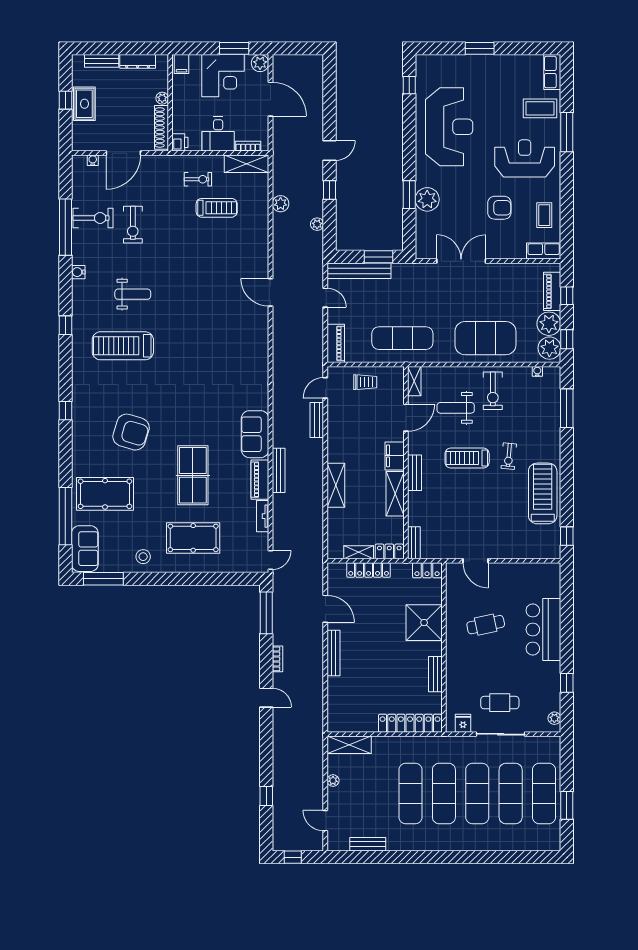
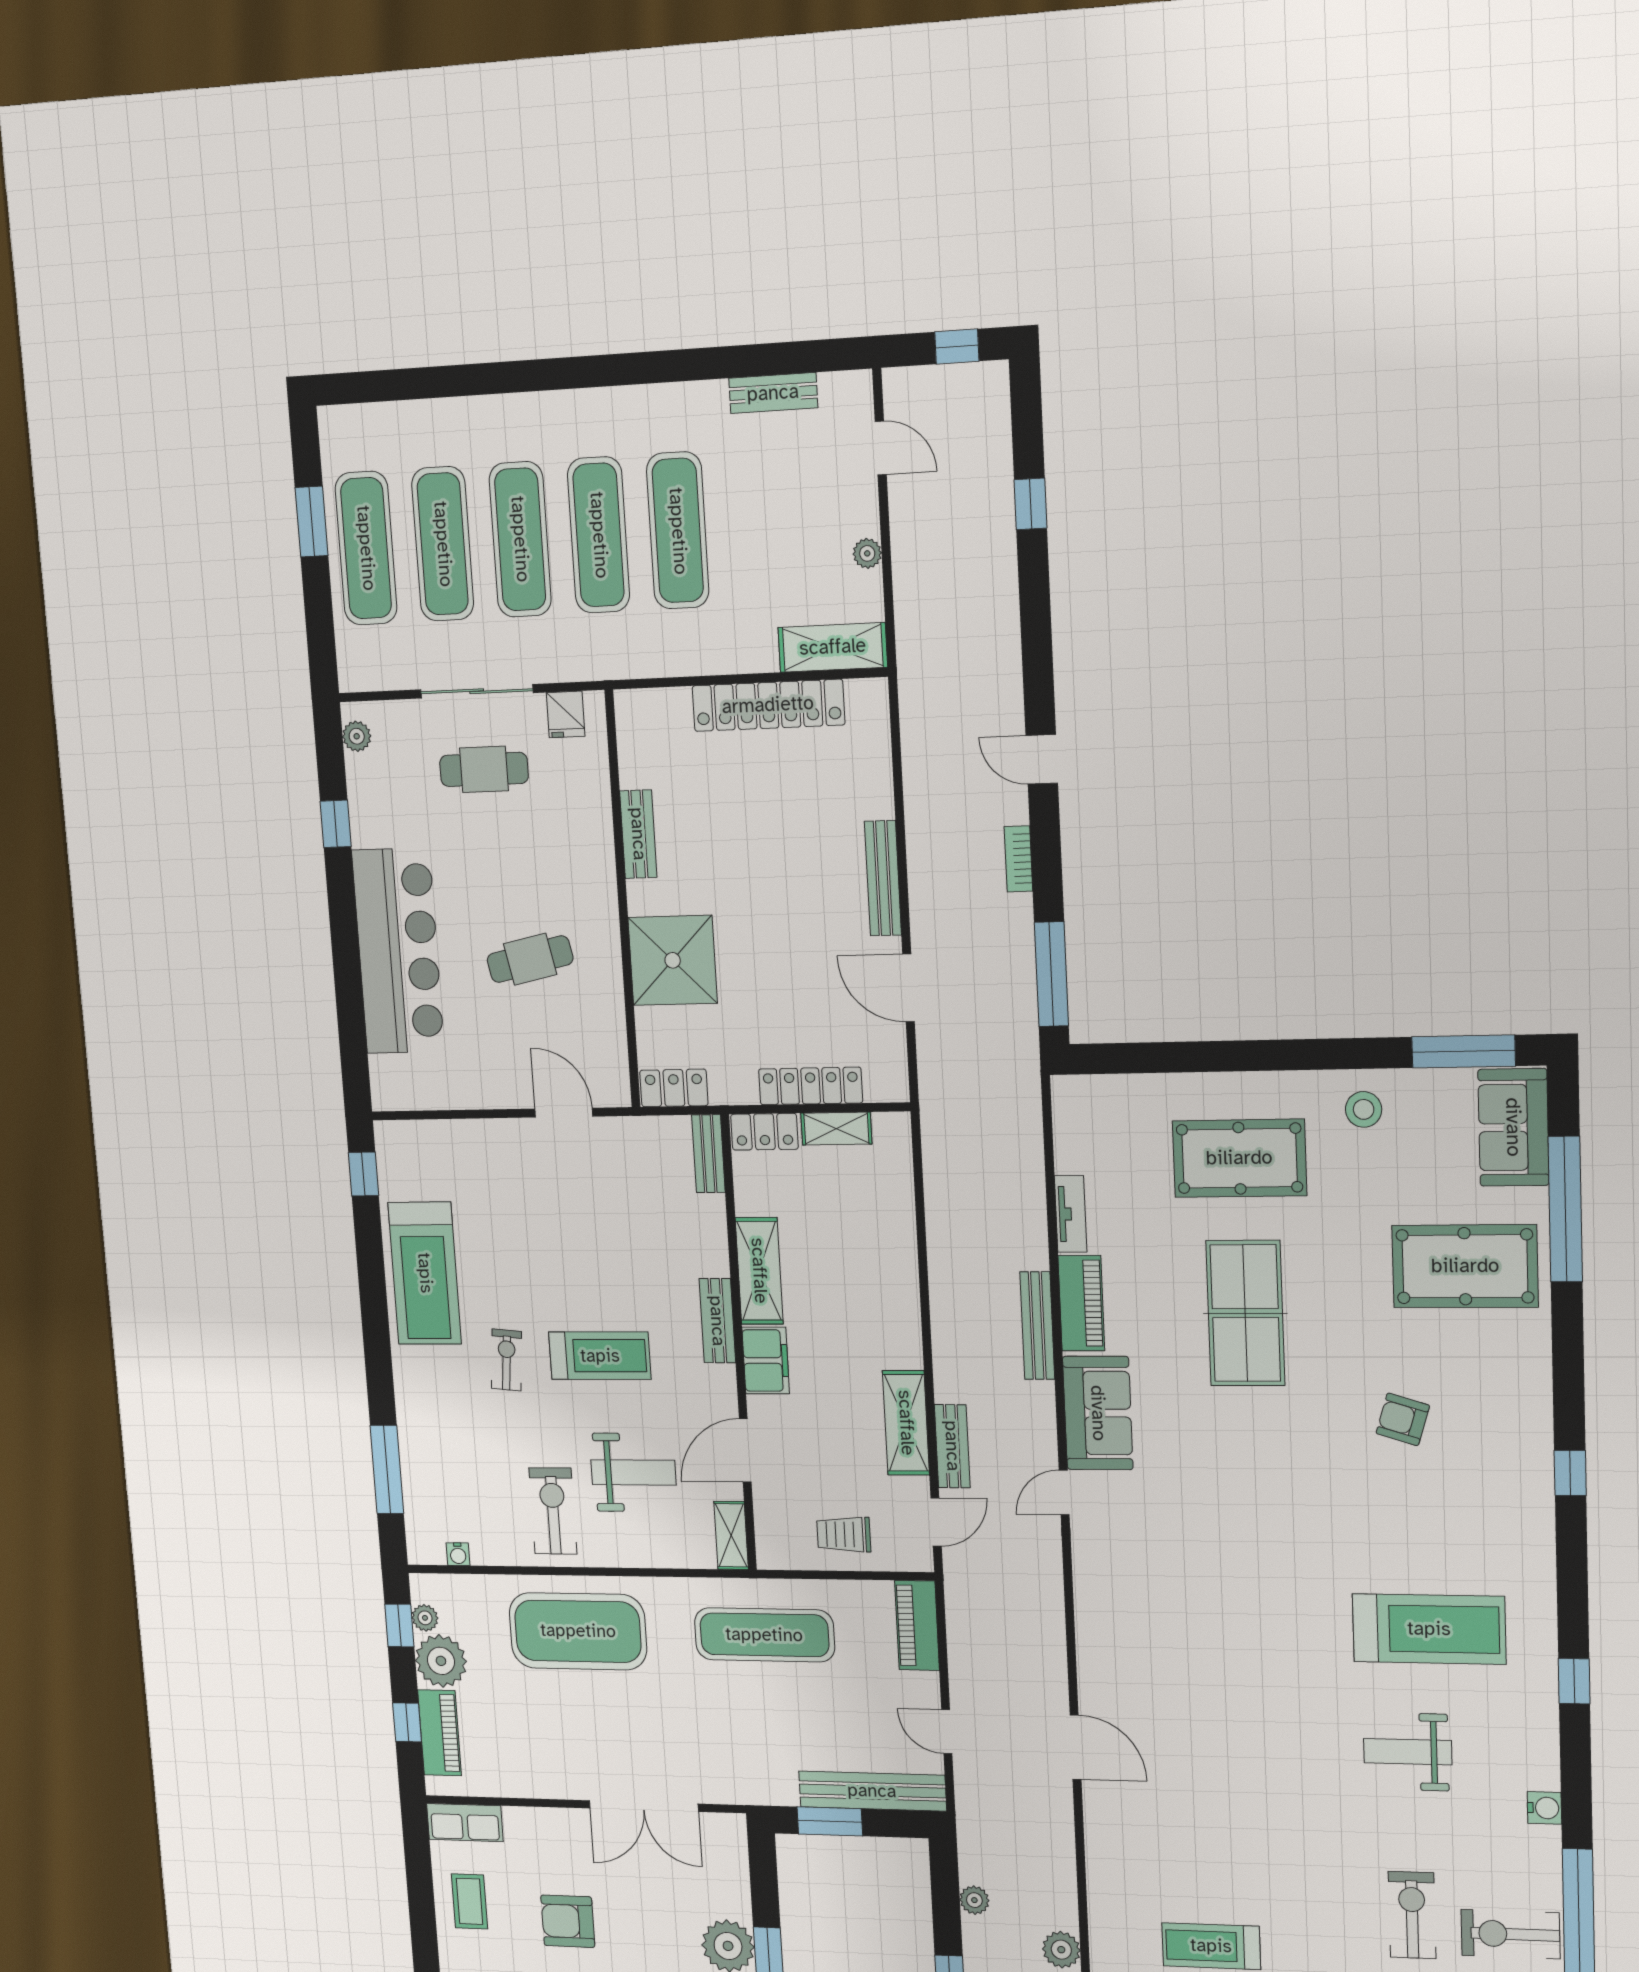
plant: (549, 348) -> (425, 1618), width x0.53, depth x0.53
armchair: (131, 432) -> (1403, 1419), width x0.53, depth x0.53
shelving: (336, 485) -> (906, 1423), moved
door: (270, 560) -> (1064, 1492), moved
bar counter: (543, 629) -> (398, 951), width x1.36
locker: (410, 723) -> (768, 705), moved

